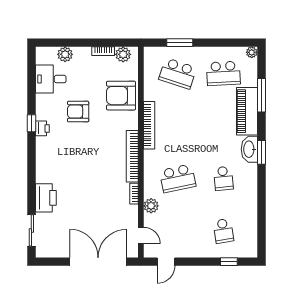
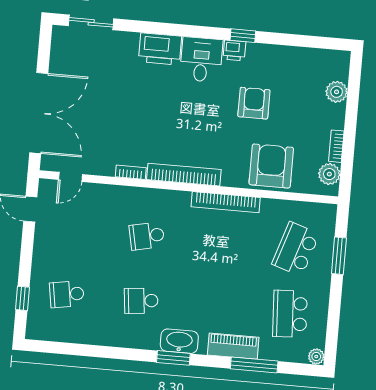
desk: (51, 79) -> (201, 60), moved
piano: (247, 111) -> (233, 346), width x0.73, depth x0.75
school desk: (178, 178) -> (147, 236), width x0.54
printer: (46, 198) -> (160, 49), moved
plant: (151, 206) -> (111, 195), removed

